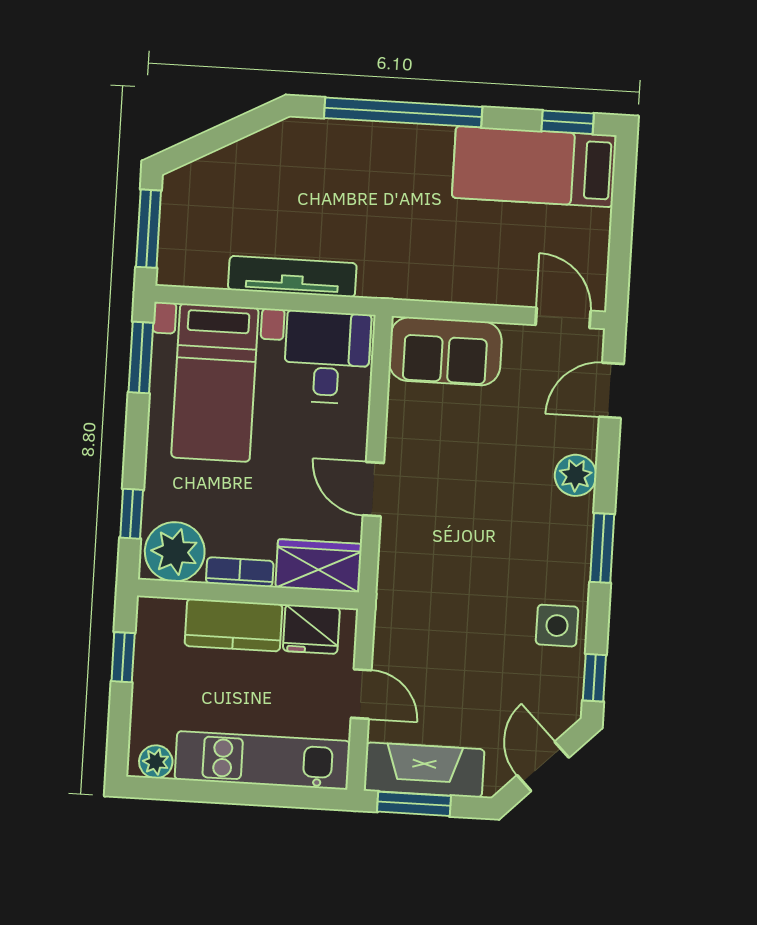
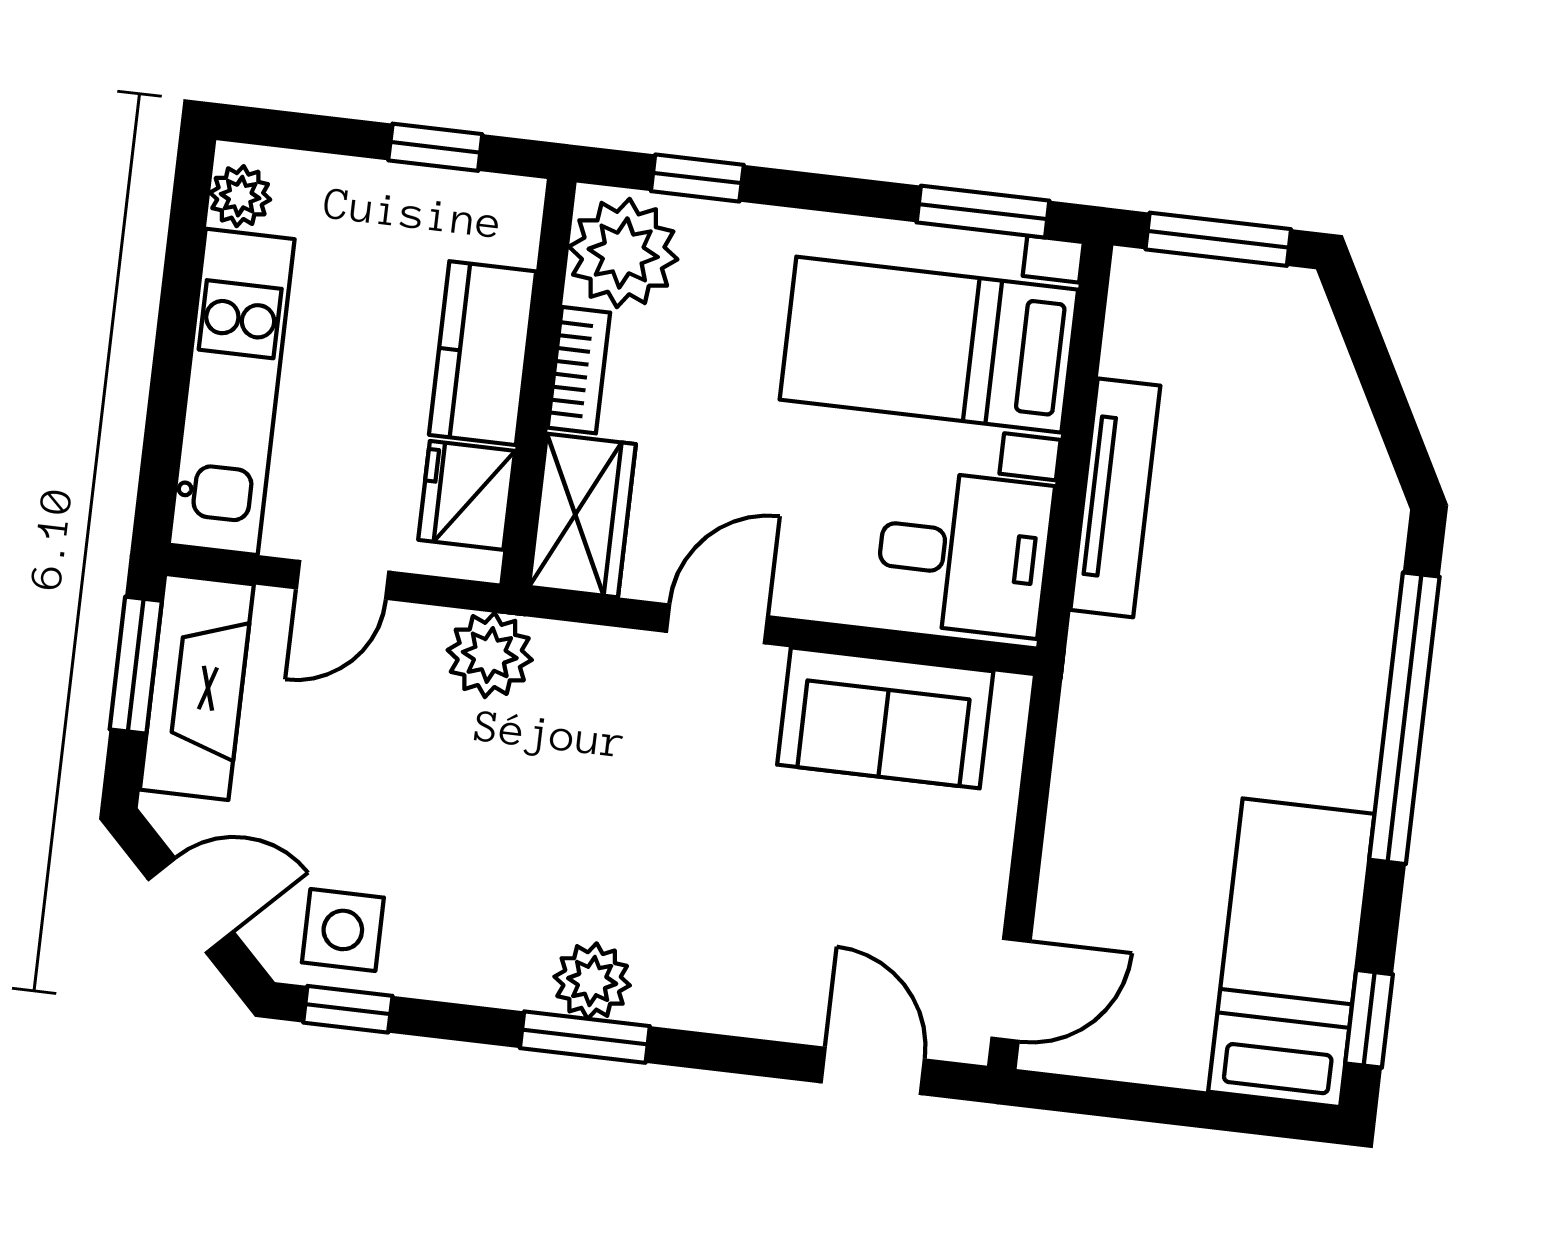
sofa: (445, 351) -> (885, 718), moved, turned -90
plant: (576, 475) -> (592, 981), moved
plant: (397, 612) -> (490, 655), added
side table: (557, 626) -> (343, 930), moved

